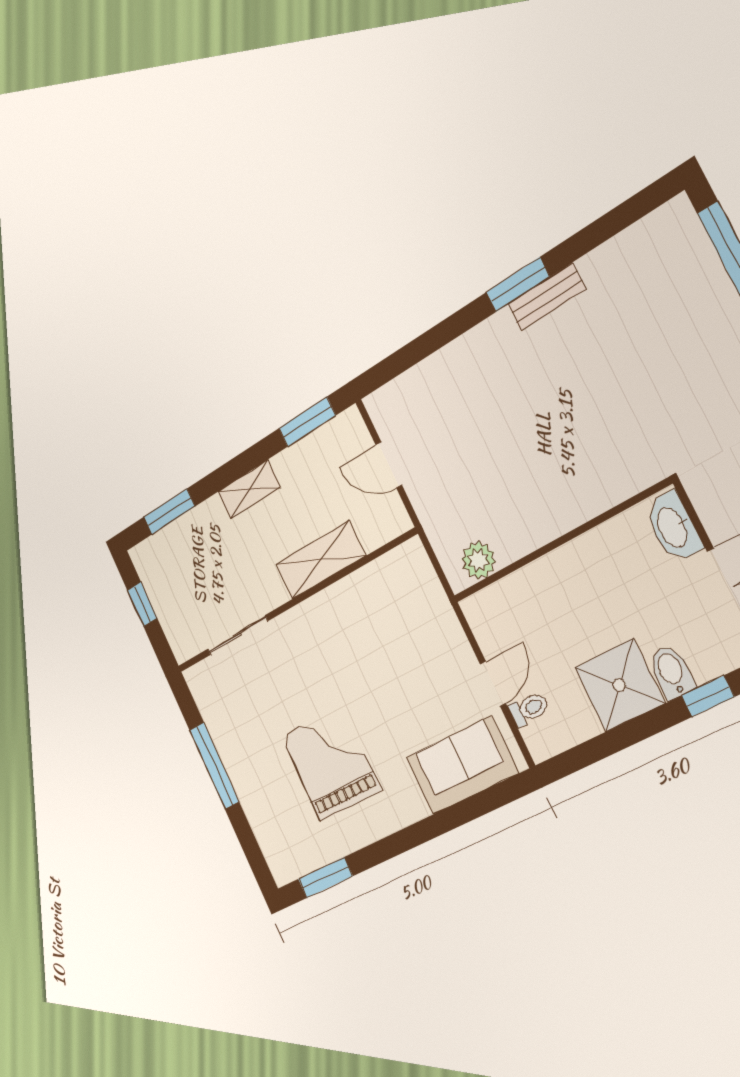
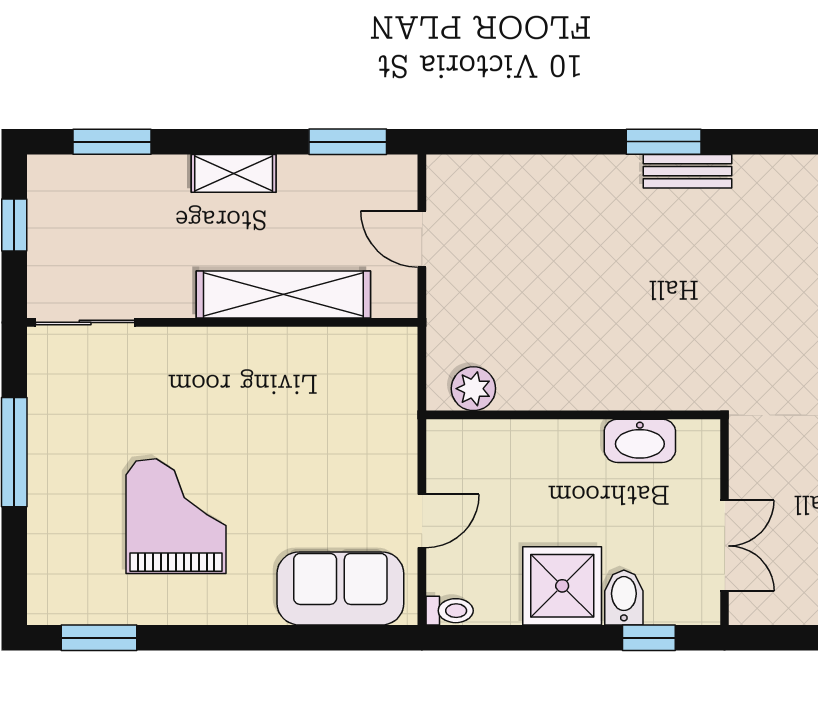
washbasin: (673, 527) -> (640, 441), moved, turned -90
shelving: (320, 560) -> (283, 295), width x1.47
sliding door: (237, 635) -> (85, 322), moved
toilet: (529, 709) -> (450, 611), moved

